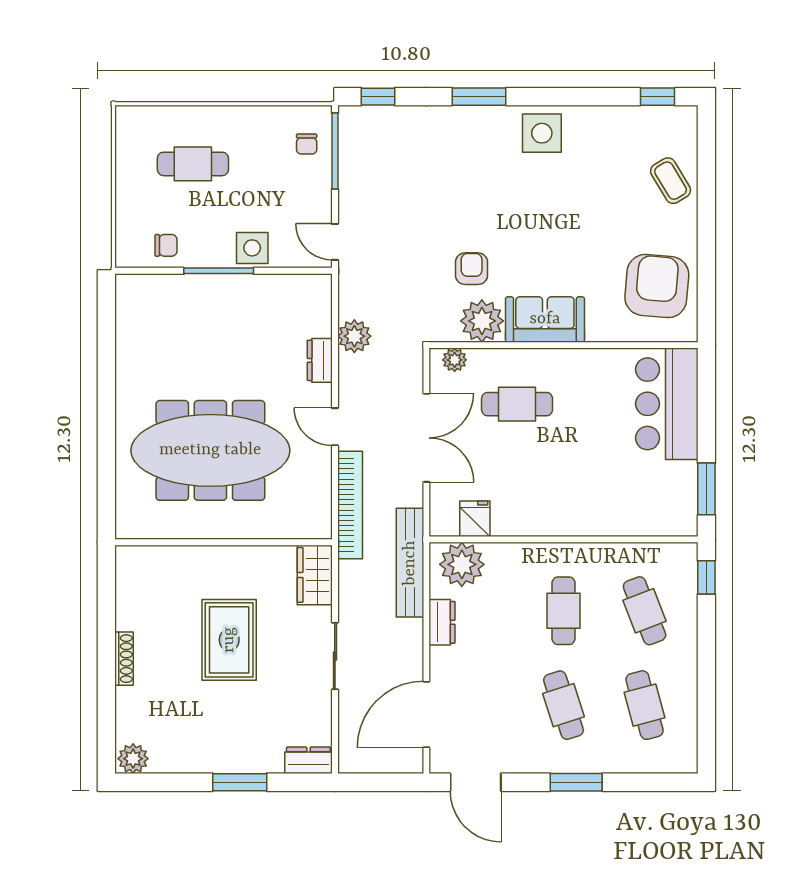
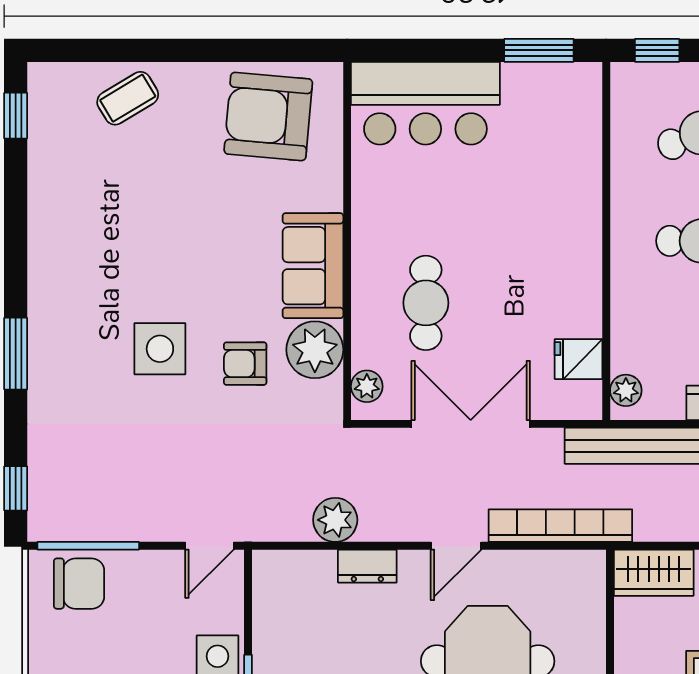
side table: (542, 133) -> (160, 349), moved
chair: (307, 144) -> (79, 584), width x1.87, depth x1.87
plant: (462, 564) -> (626, 390), width x0.53, depth x0.53

